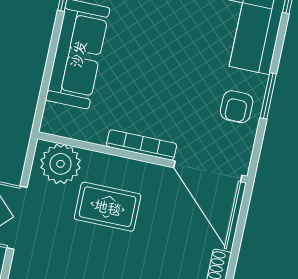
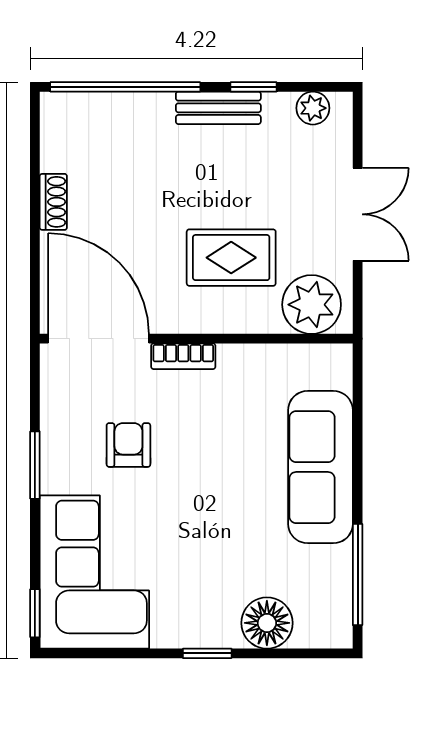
armchair: (237, 107) -> (128, 445), moved
bookcase: (141, 145) -> (183, 356), width x0.64

